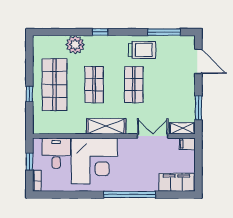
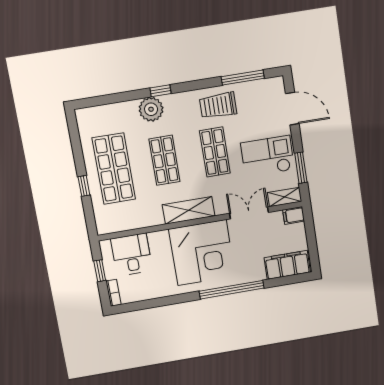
plant: (75, 45) -> (151, 109), moved
trolley: (142, 50) -> (218, 105), turned 180
checkout: (174, 95) -> (268, 156), added
corner desk: (94, 161) -> (202, 253), moved

